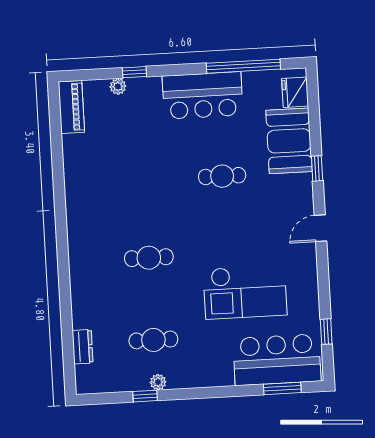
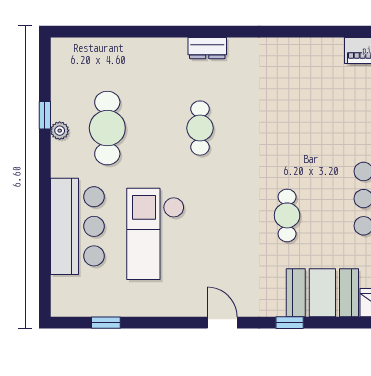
cafe table: (153, 340) -> (107, 128), width x1.37, depth x1.35
dresser: (83, 347) -> (207, 48), moved
bar counter: (277, 360) -> (77, 226), moved
window: (282, 388) -> (45, 270), removed

